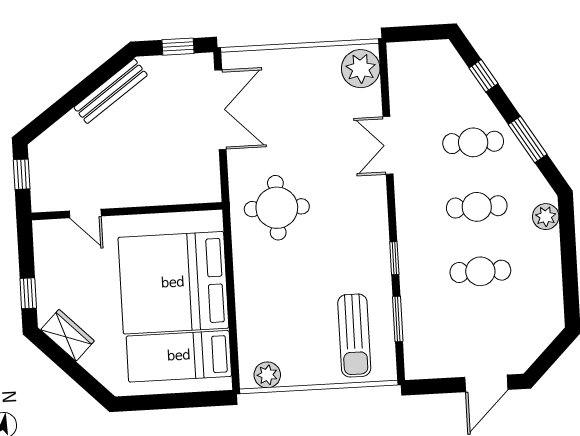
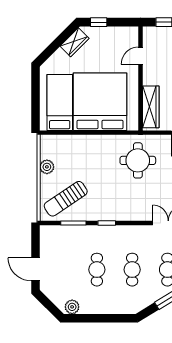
wardrobe: (178, 190) -> (151, 107), added
plant: (546, 217) -> (72, 307), moved
sun lounger: (354, 336) -> (66, 199), turned -34
plant: (267, 375) -> (47, 167), moved

